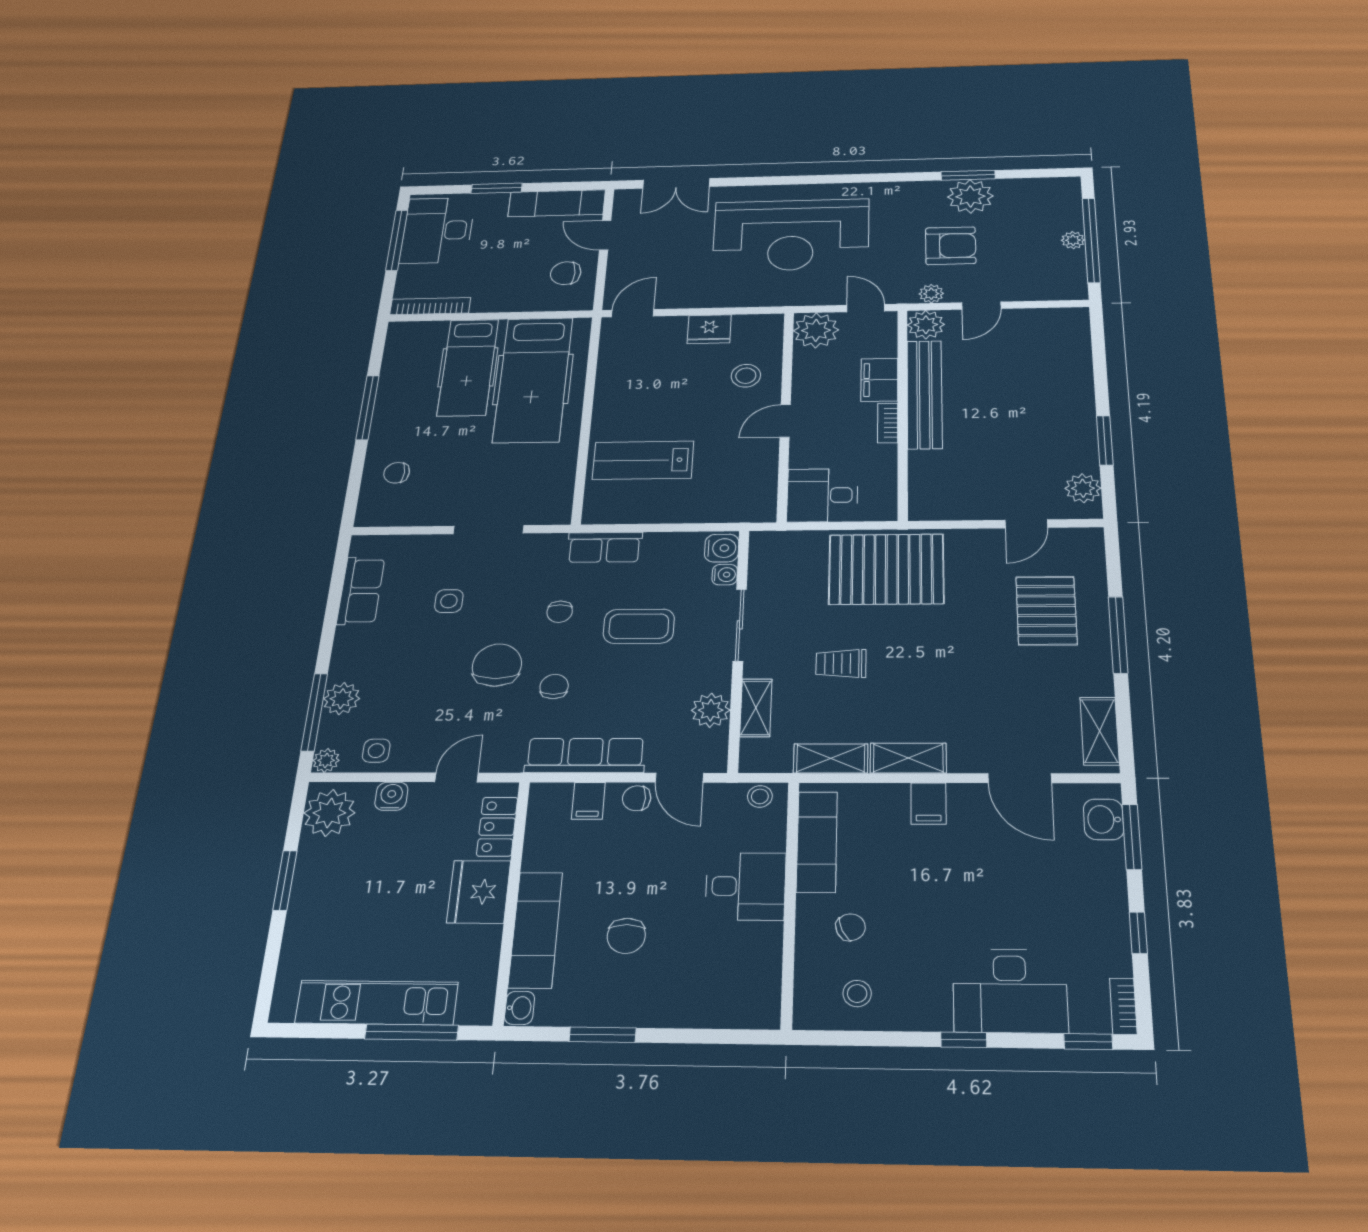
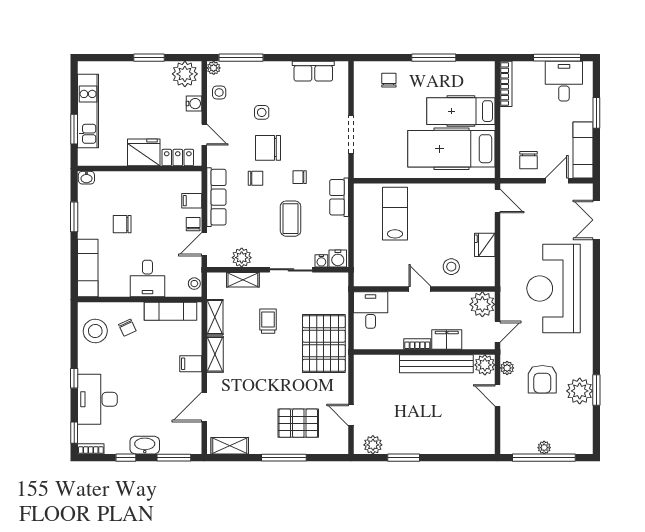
desk: (438, 230) -> (564, 81), width x0.73
chair: (566, 273) -> (529, 160), turned 180
side table: (449, 601) -> (262, 112), moved
chair: (497, 665) -> (268, 148), turned 180
plant: (342, 699) -> (249, 71), removed
washbasin: (1104, 819) -> (145, 445), moved, width x1.38
exam couch: (536, 930) -> (88, 268), moved, turned -90
stool: (857, 993) -> (95, 331), width x1.89, depth x1.89
window: (412, 1032) -> (74, 129), width x0.69

